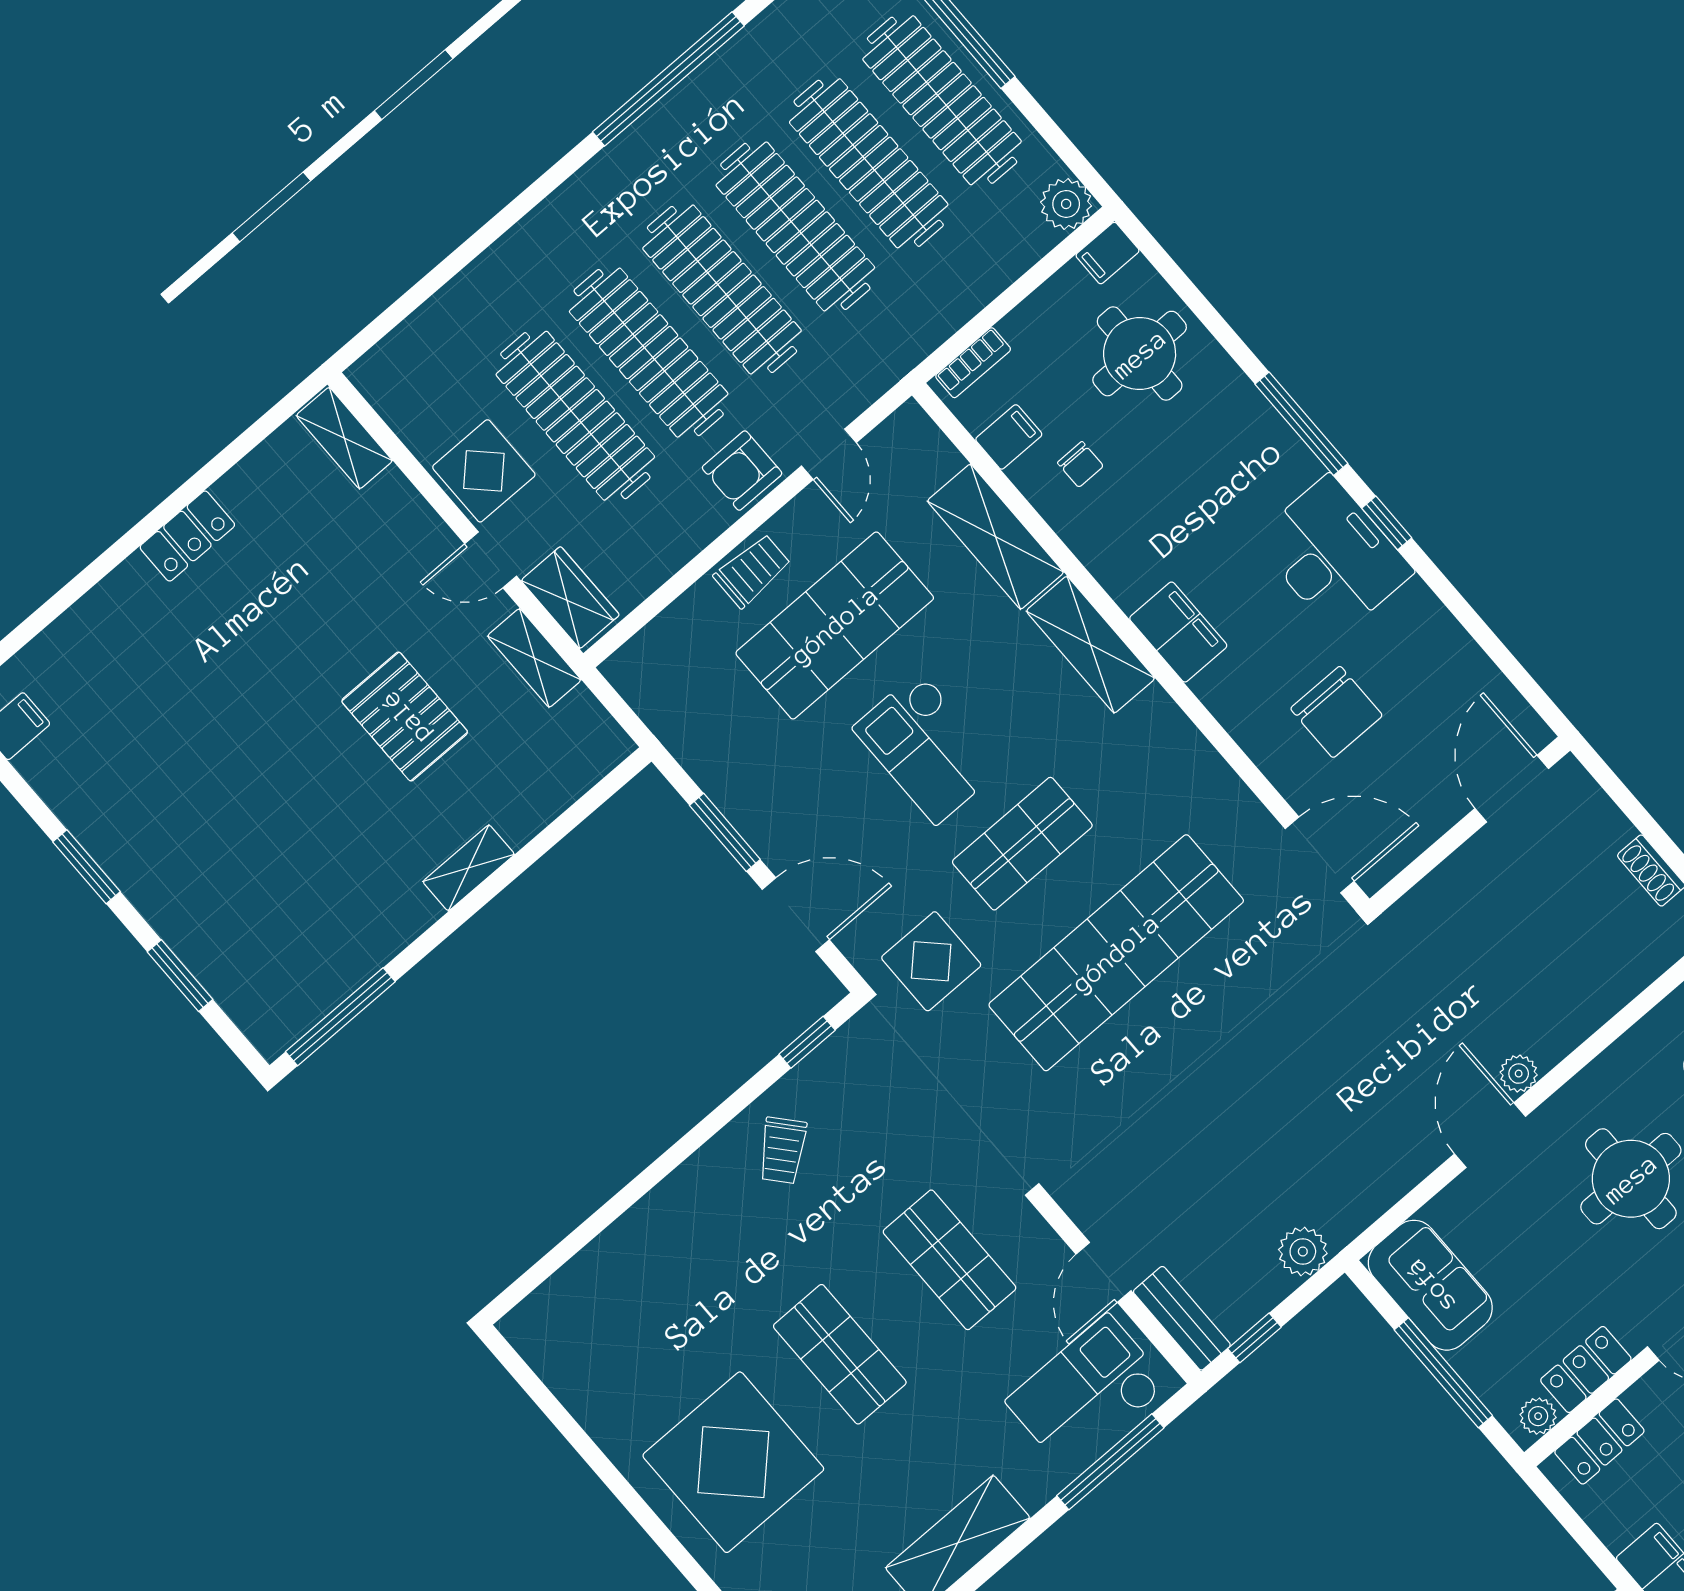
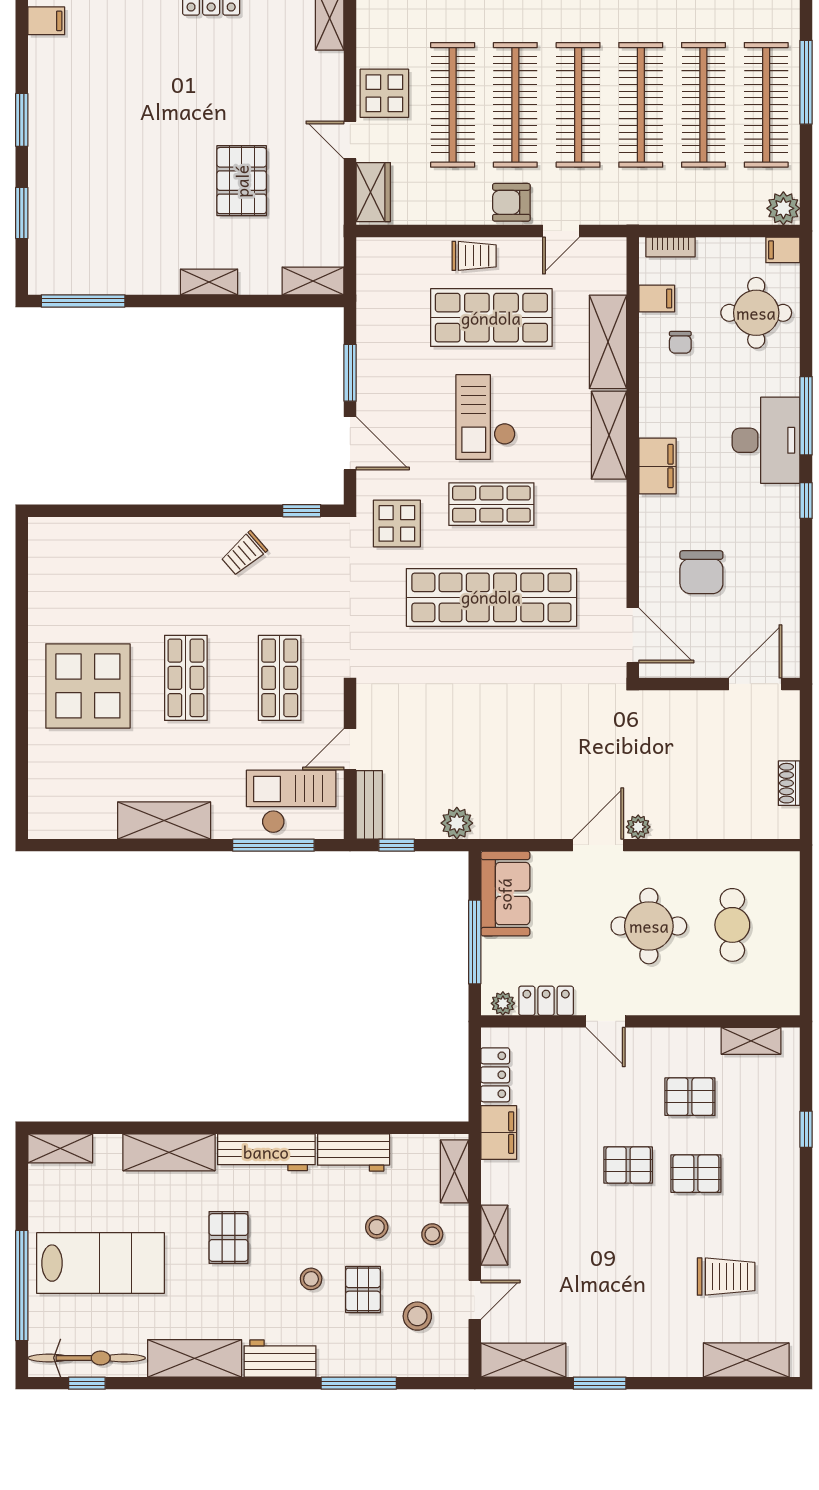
desk: (1333, 556) -> (766, 440), moved
shelving: (534, 658) -> (313, 281), moved, turned 90
locker: (1599, 1442) -> (495, 1075), moved, turned -90

